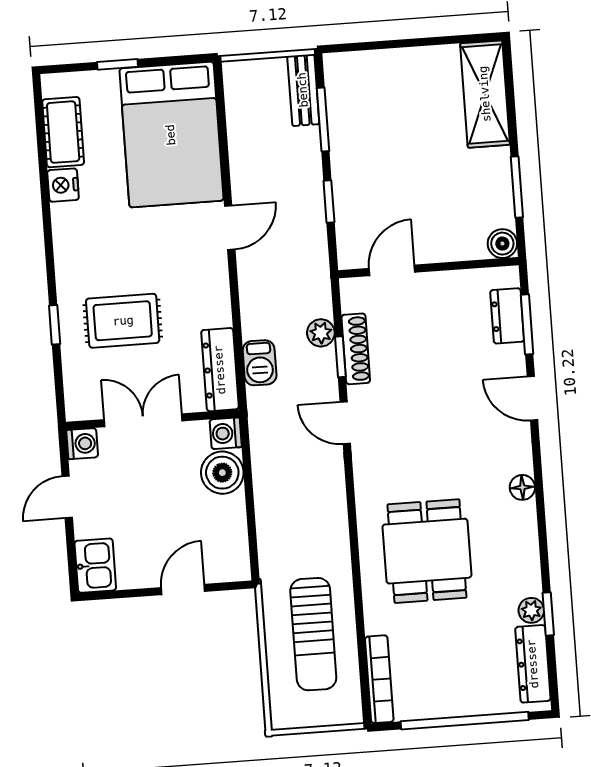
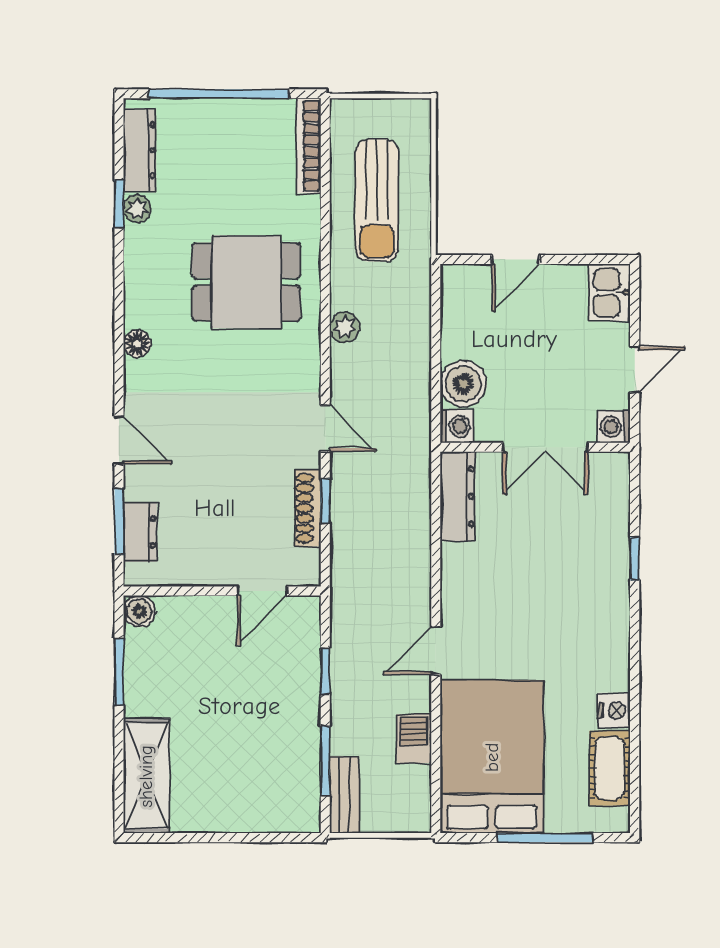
window: (118, 64) -> (545, 838), width x2.17
rug: (123, 321) -> (560, 558), removed
plant: (321, 333) -> (345, 327), moved
barbecue: (260, 363) -> (414, 738), moved
dining table: (427, 551) -> (246, 282), turned 90
sun lounger: (313, 634) -> (377, 200), turned 180

